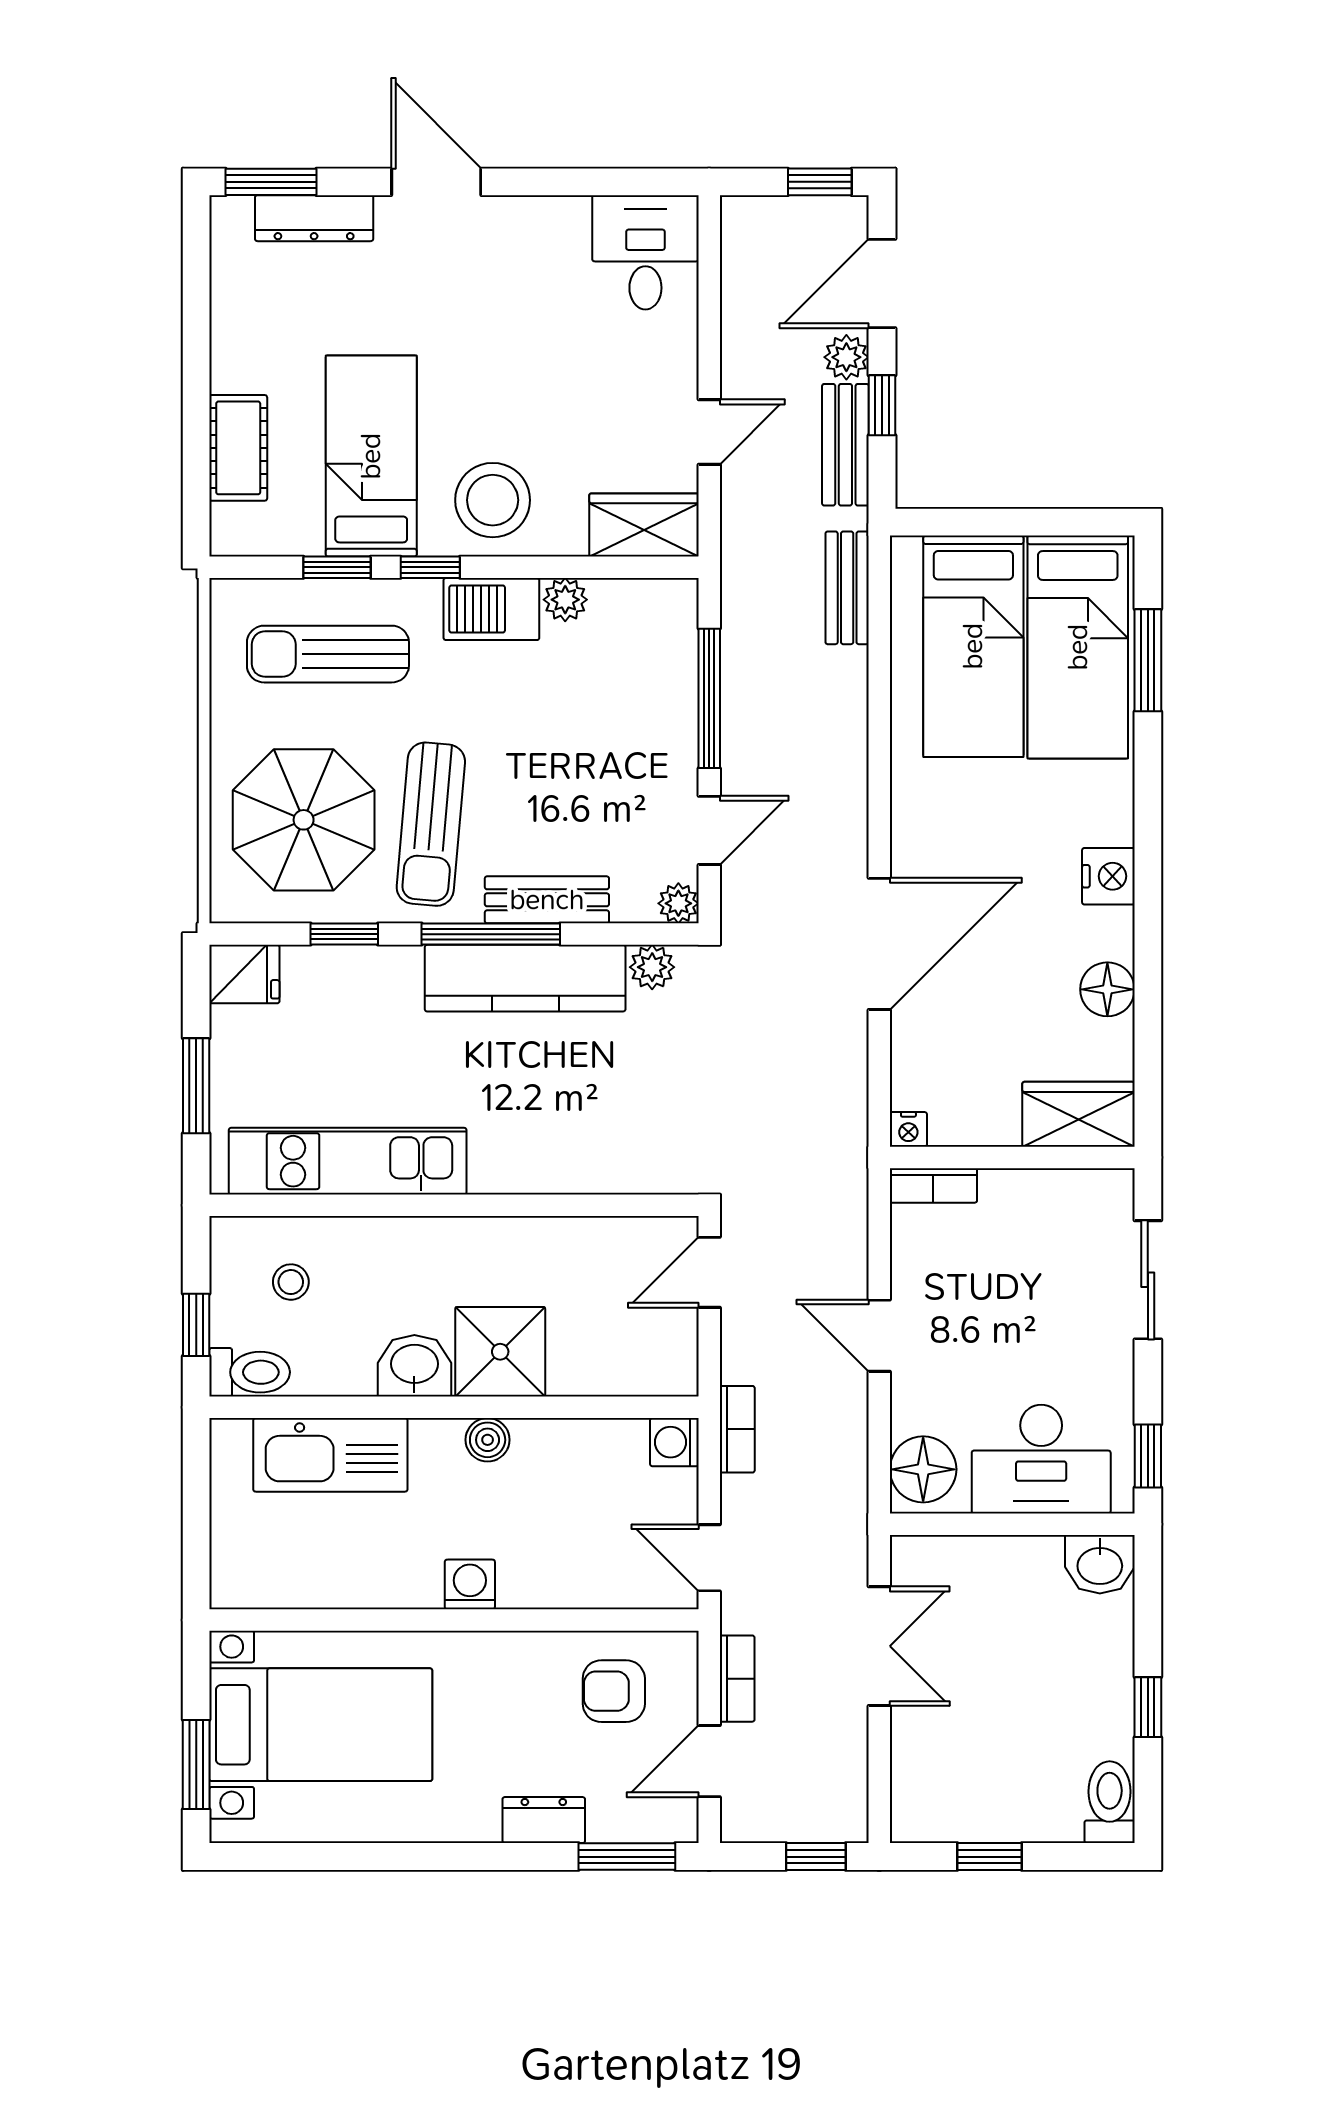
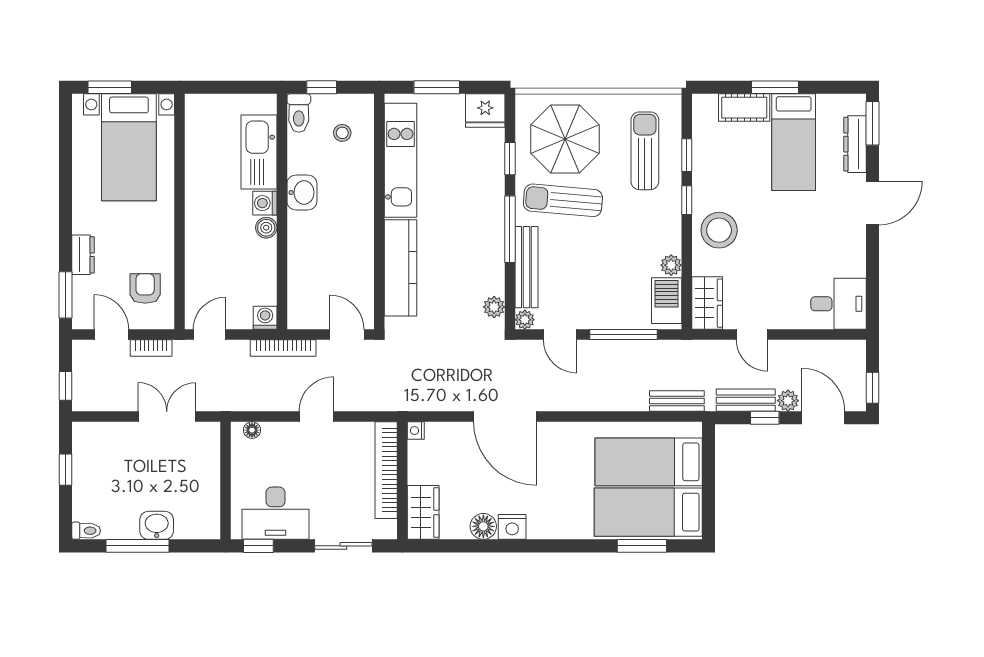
window: (196, 384) -> (775, 87), added
bed: (371, 456) -> (794, 142), moved, turned 90
barbecue: (491, 609) -> (667, 301), moved
nightstand: (1108, 876) -> (512, 527), moved
bench: (547, 900) -> (526, 267), width x1.36
fridge: (244, 974) -> (485, 111), width x1.38
kitchen counter: (525, 978) -> (400, 268), moved, turned 180
bookcase: (933, 1185) -> (386, 470), width x2.31, depth x1.31
shower: (500, 1352) -> (309, 234), removed
bookcase: (737, 1429) -> (283, 348), width x1.56
desk: (1041, 1459) -> (276, 513), moved, turned -90
floor lamp: (923, 1469) -> (252, 430), width x0.53, depth x0.53
washbasin: (1100, 1564) -> (157, 525), moved, turned 90
washing machine: (470, 1584) -> (265, 203), moved, turned 180
double door: (879, 1646) -> (167, 416), swing flipped
window: (1148, 1707) -> (137, 546), width x2.17
toilet: (1110, 1802) -> (86, 531), width x0.73, depth x0.72

